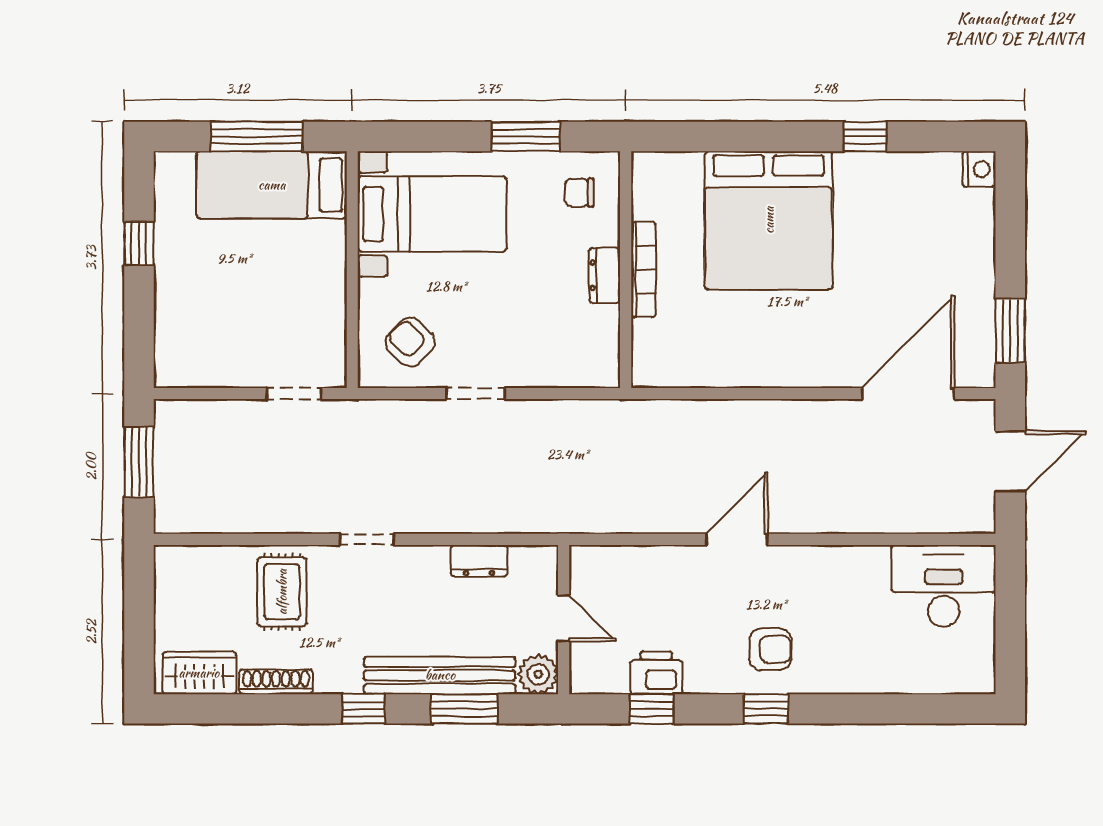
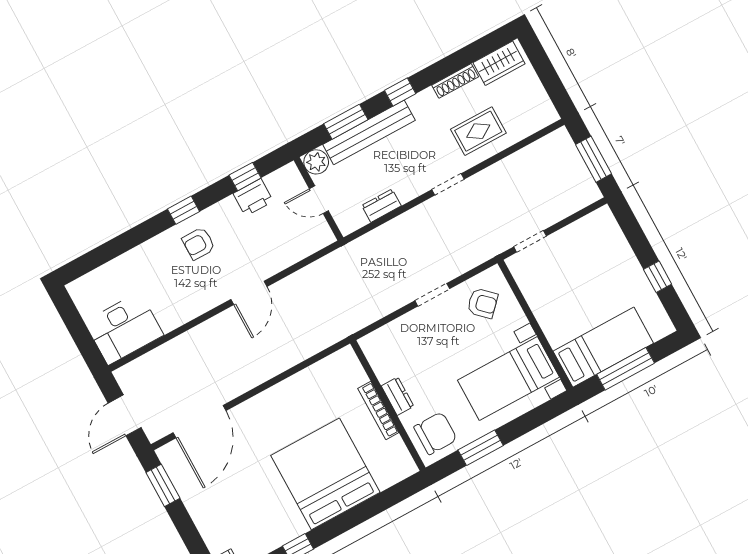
chair: (579, 193) -> (435, 433), width x1.87, depth x1.87
rug: (282, 592) -> (478, 131), turned 90

